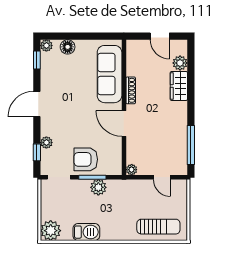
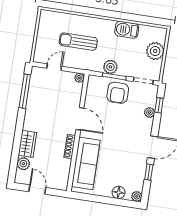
window: (37, 60) -> (149, 172), moved
armchair: (86, 159) -> (118, 93), turned 90
door: (162, 177) -> (54, 67), hinge flipped
sun lounger: (158, 227) -> (78, 42), moved
plant: (51, 231) -> (155, 51), moved

